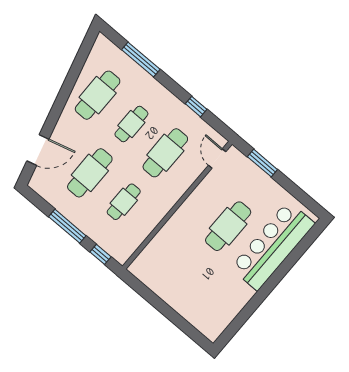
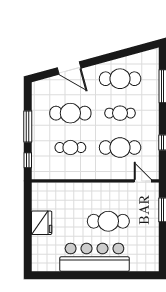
door: (38, 150) -> (69, 68), moved
door: (217, 159) -> (143, 181), hinge flipped
bar counter: (273, 246) -> (94, 257), moved
fridge: (174, 293) -> (42, 223), added

